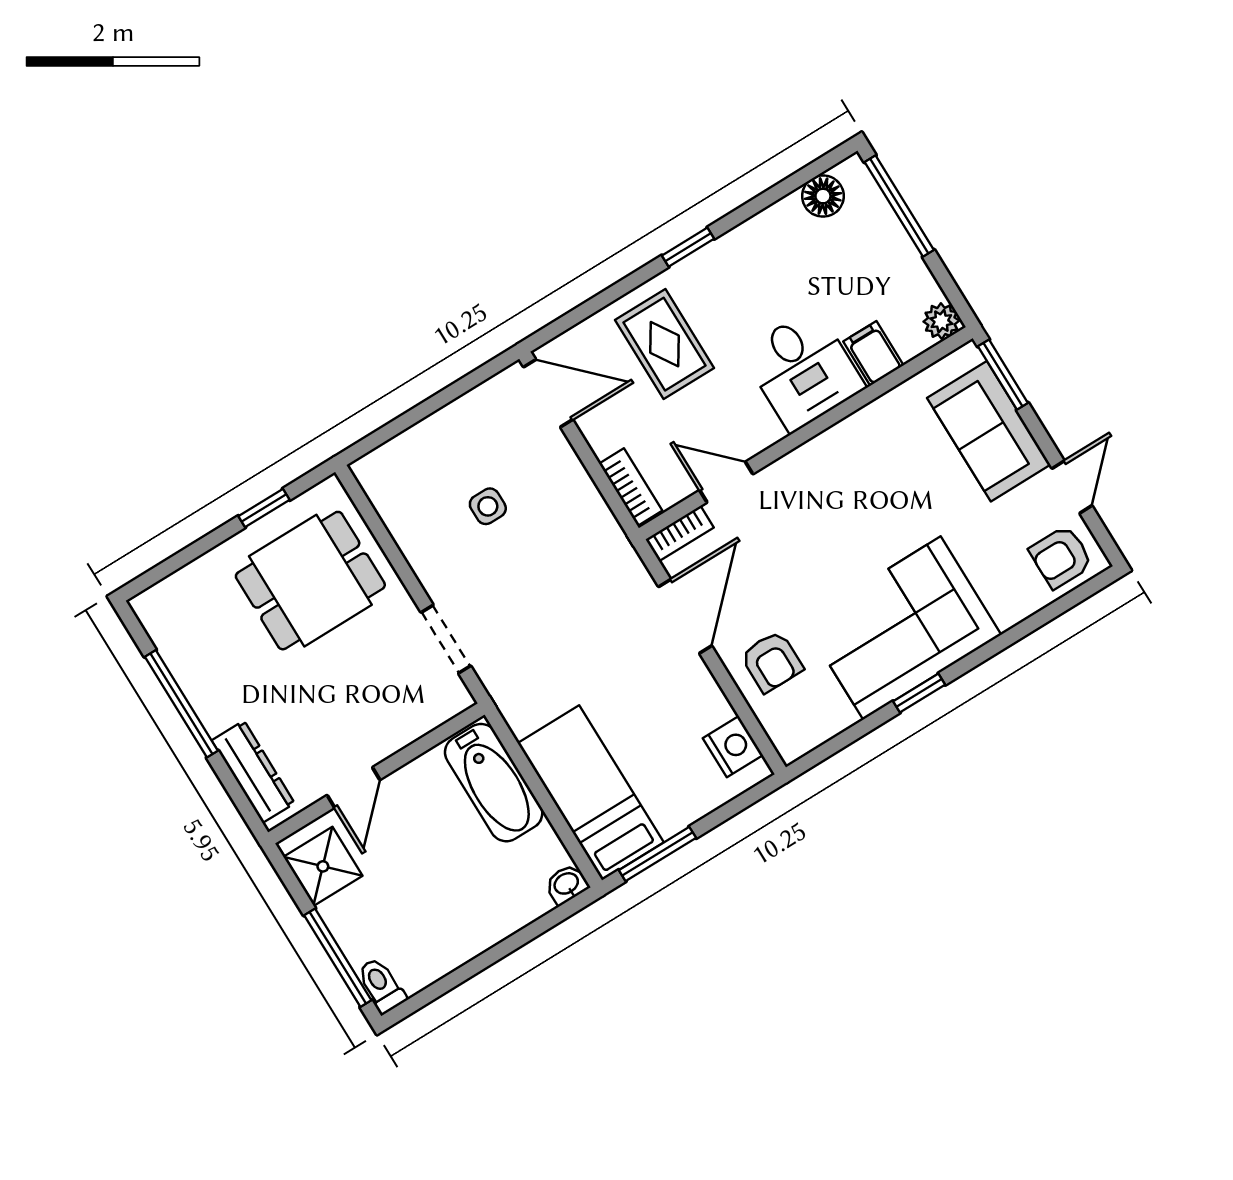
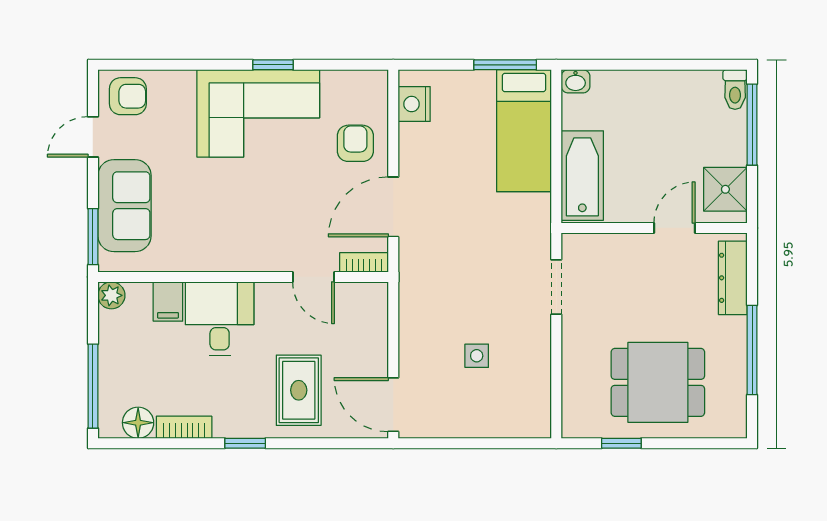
bookcase: (631, 487) -> (184, 427), moved, turned 90
dining table: (310, 581) -> (658, 382), moved

